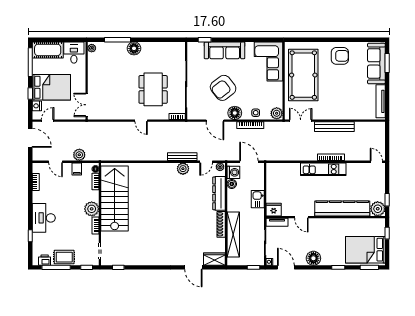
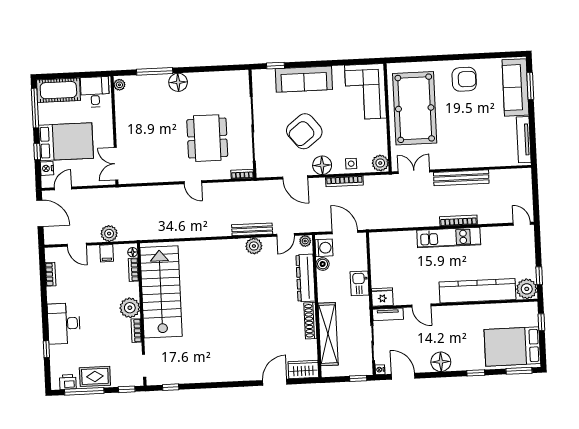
door: (193, 267) -> (275, 382), swing flipped

